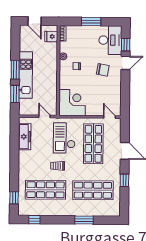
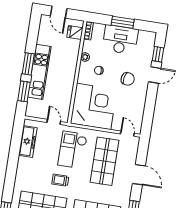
desk: (110, 40) -> (120, 40), moved, turned -90
corner desk: (72, 103) -> (94, 106), width x1.36, depth x1.36

